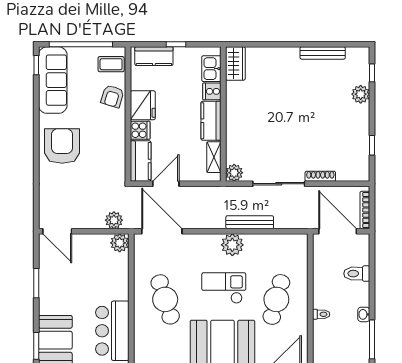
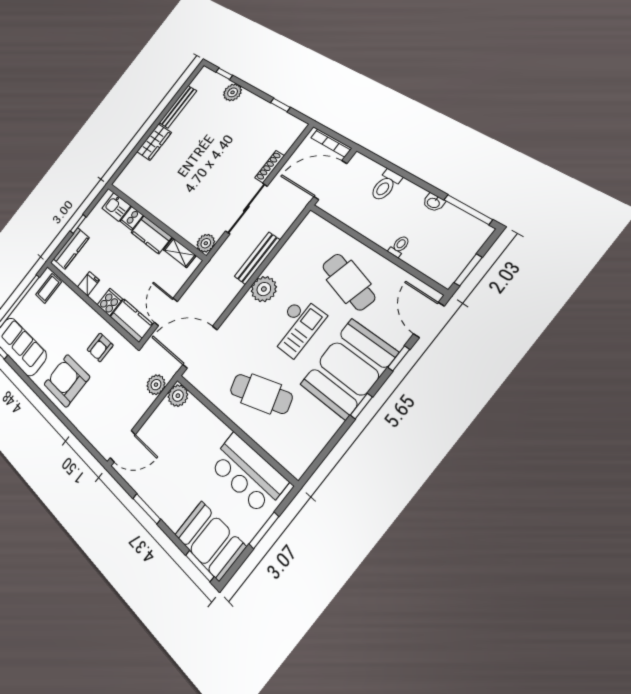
wardrobe: (235, 63) -> (154, 142), moved, turned 90
armchair: (112, 96) -> (100, 347), moved, turned 73
fridge: (143, 105) -> (88, 284), width x0.53, depth x0.75
checkout: (224, 288) -> (296, 327), turned 180

